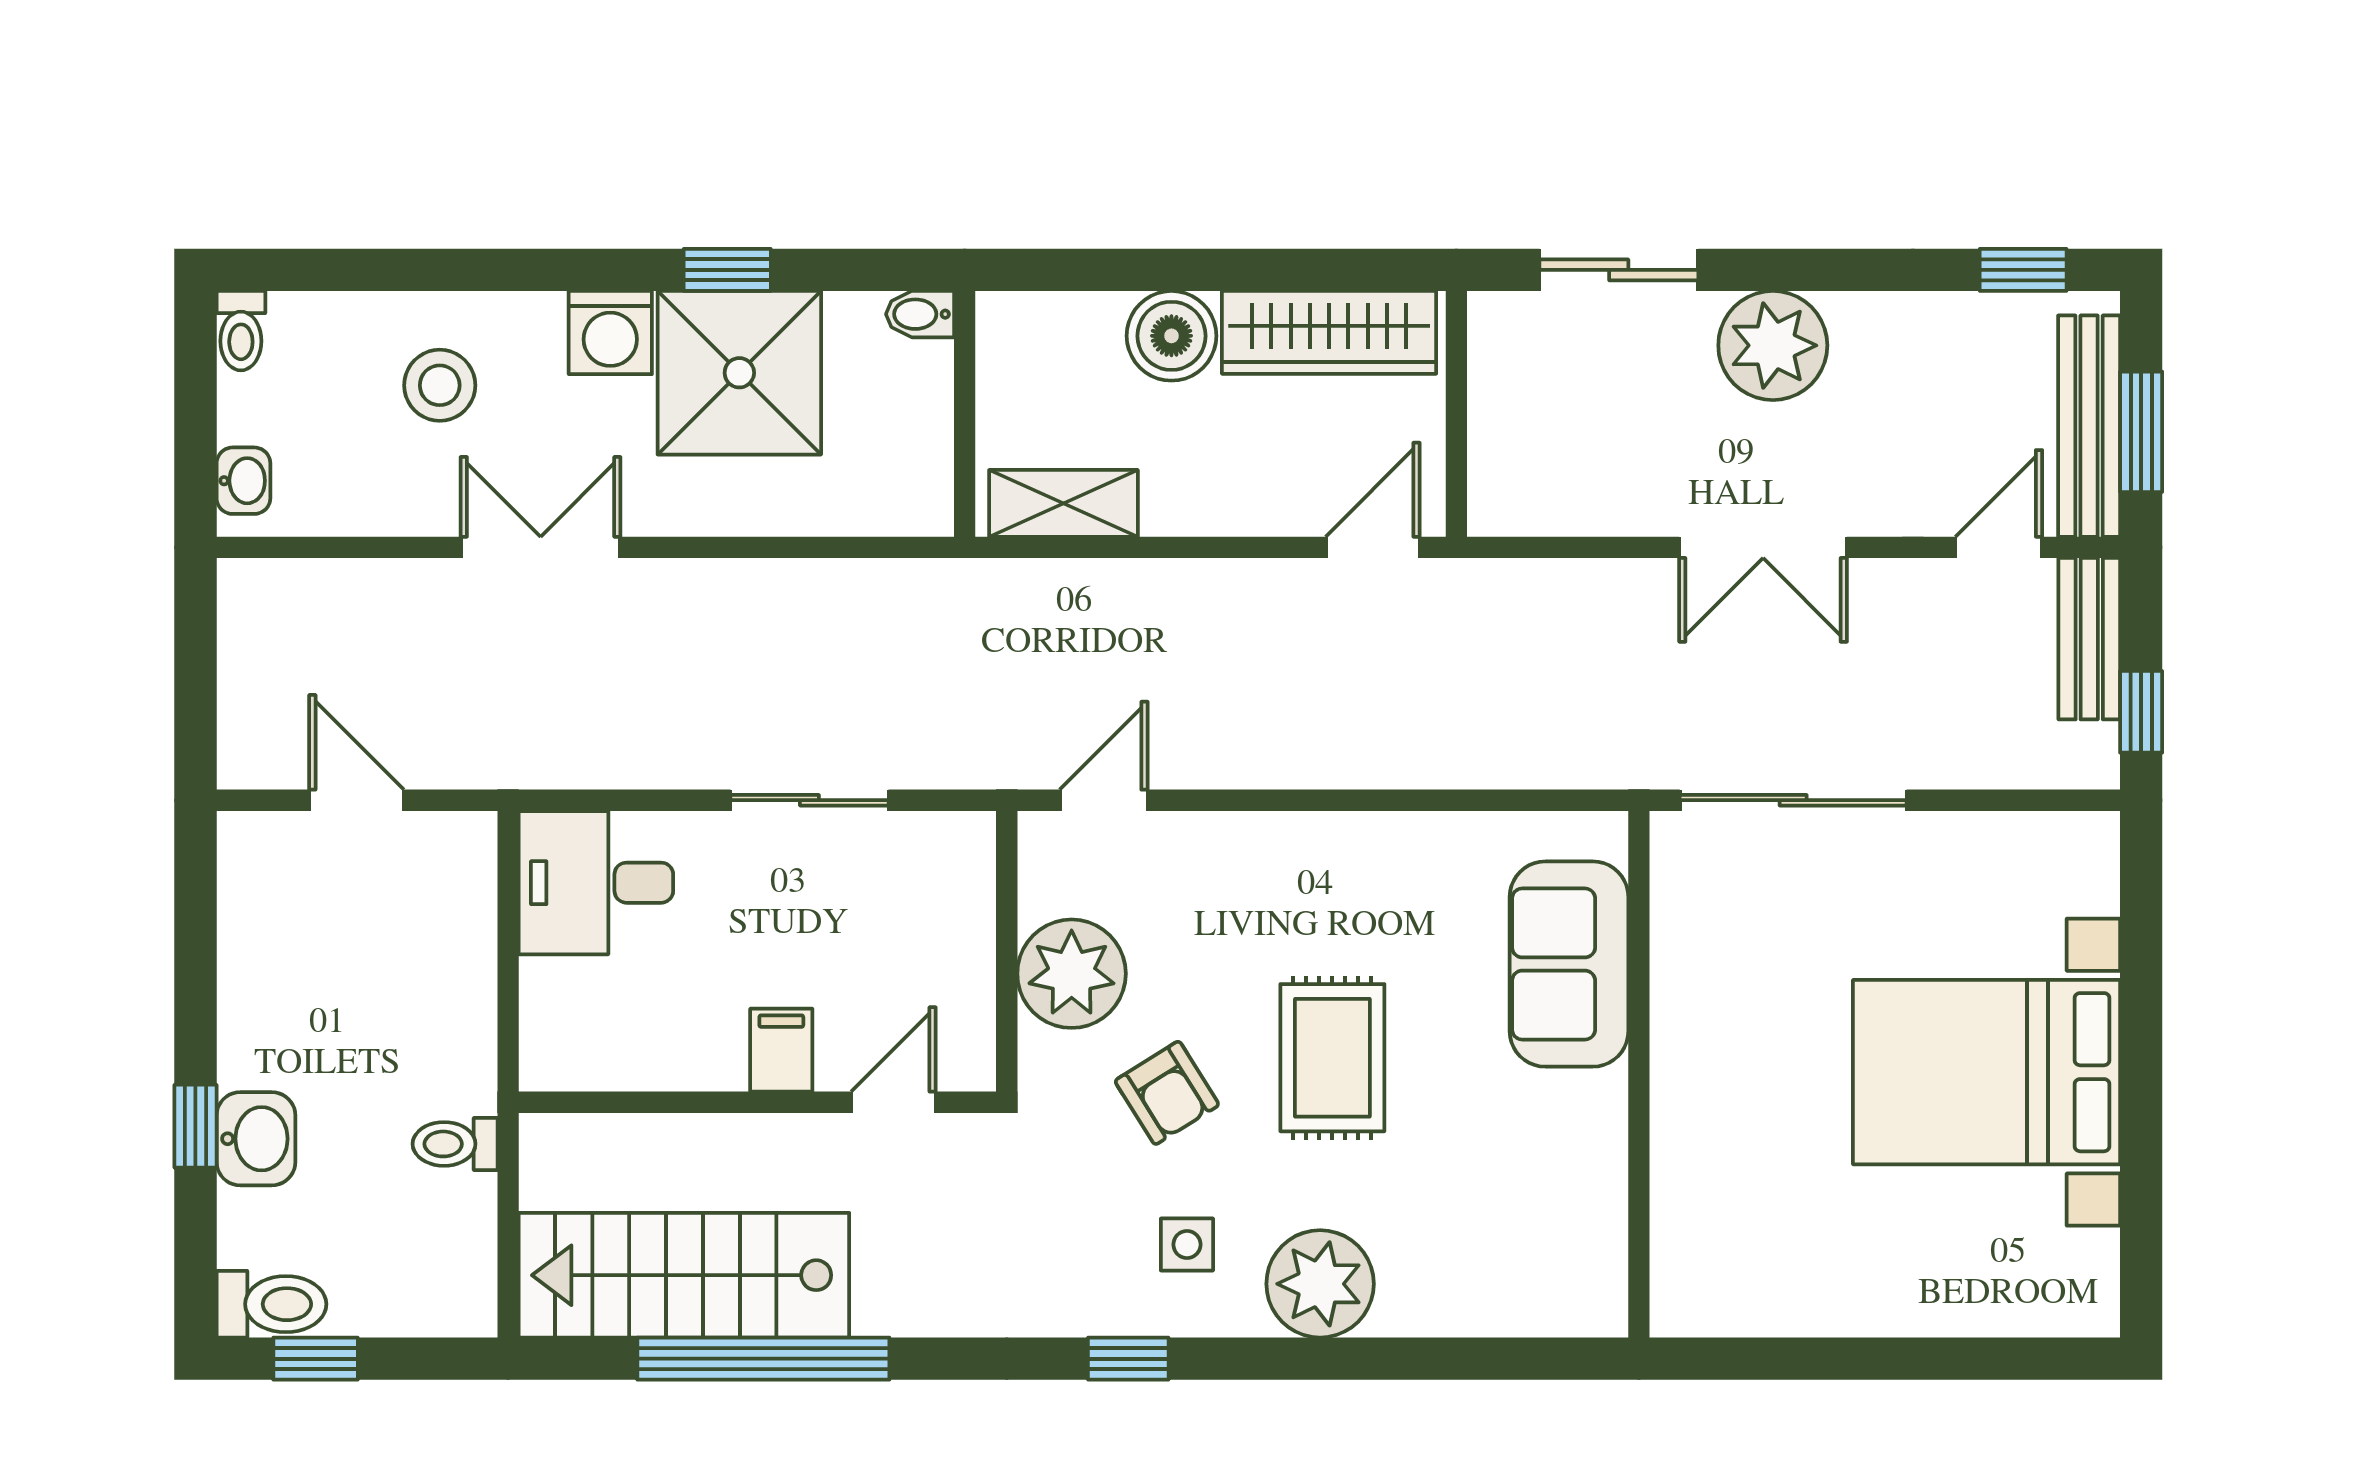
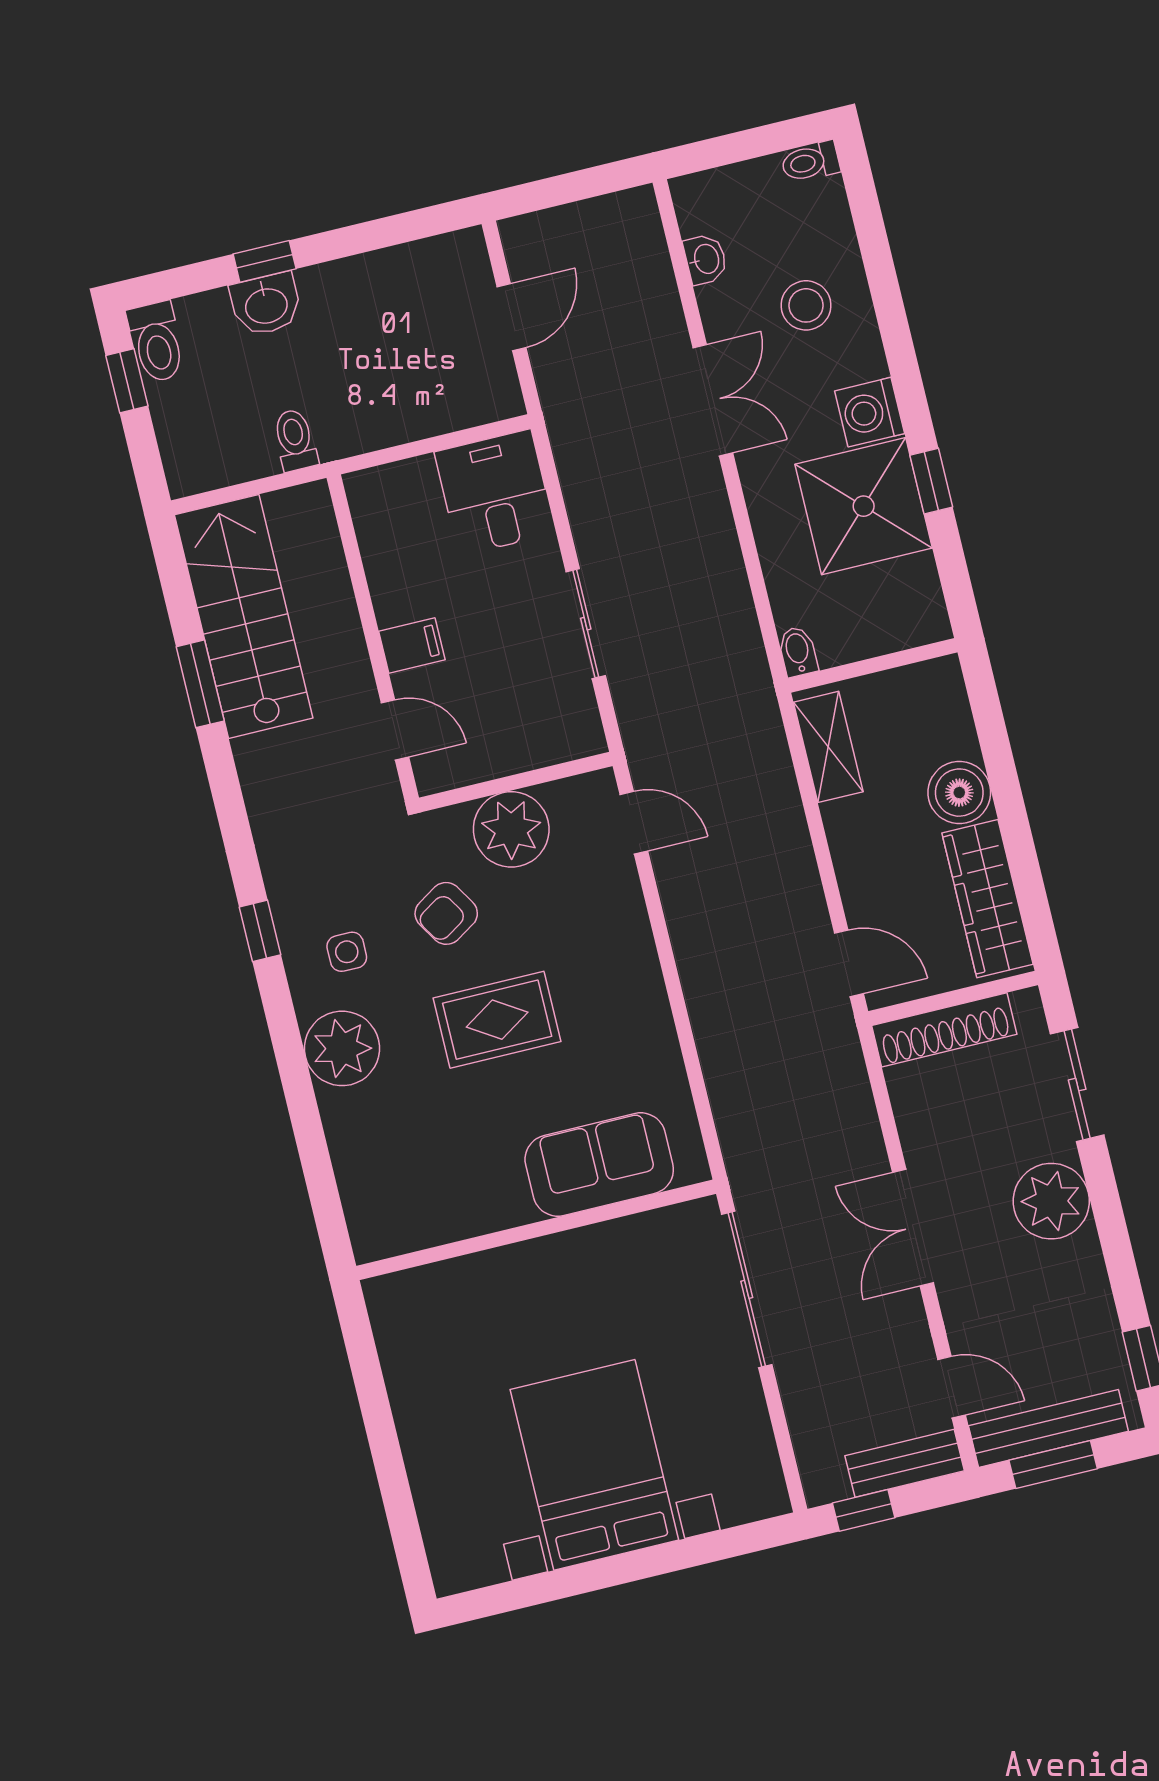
bidet: (920, 314) -> (798, 652), moved
shoe rack: (1498, 437) -> (944, 1030), added
washbasin: (243, 481) -> (706, 259), moved, turned -90
window: (763, 1359) -> (200, 684), width x0.47

